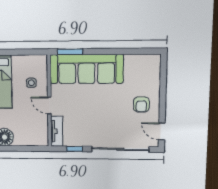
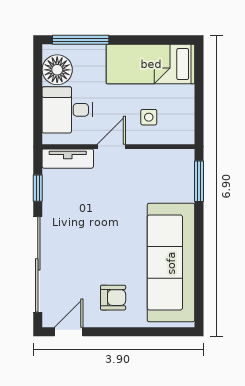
sofa: (87, 69) -> (171, 263), moved
armchair: (141, 104) -> (113, 298), turned 180
desk: (28, 131) -> (67, 110), added

